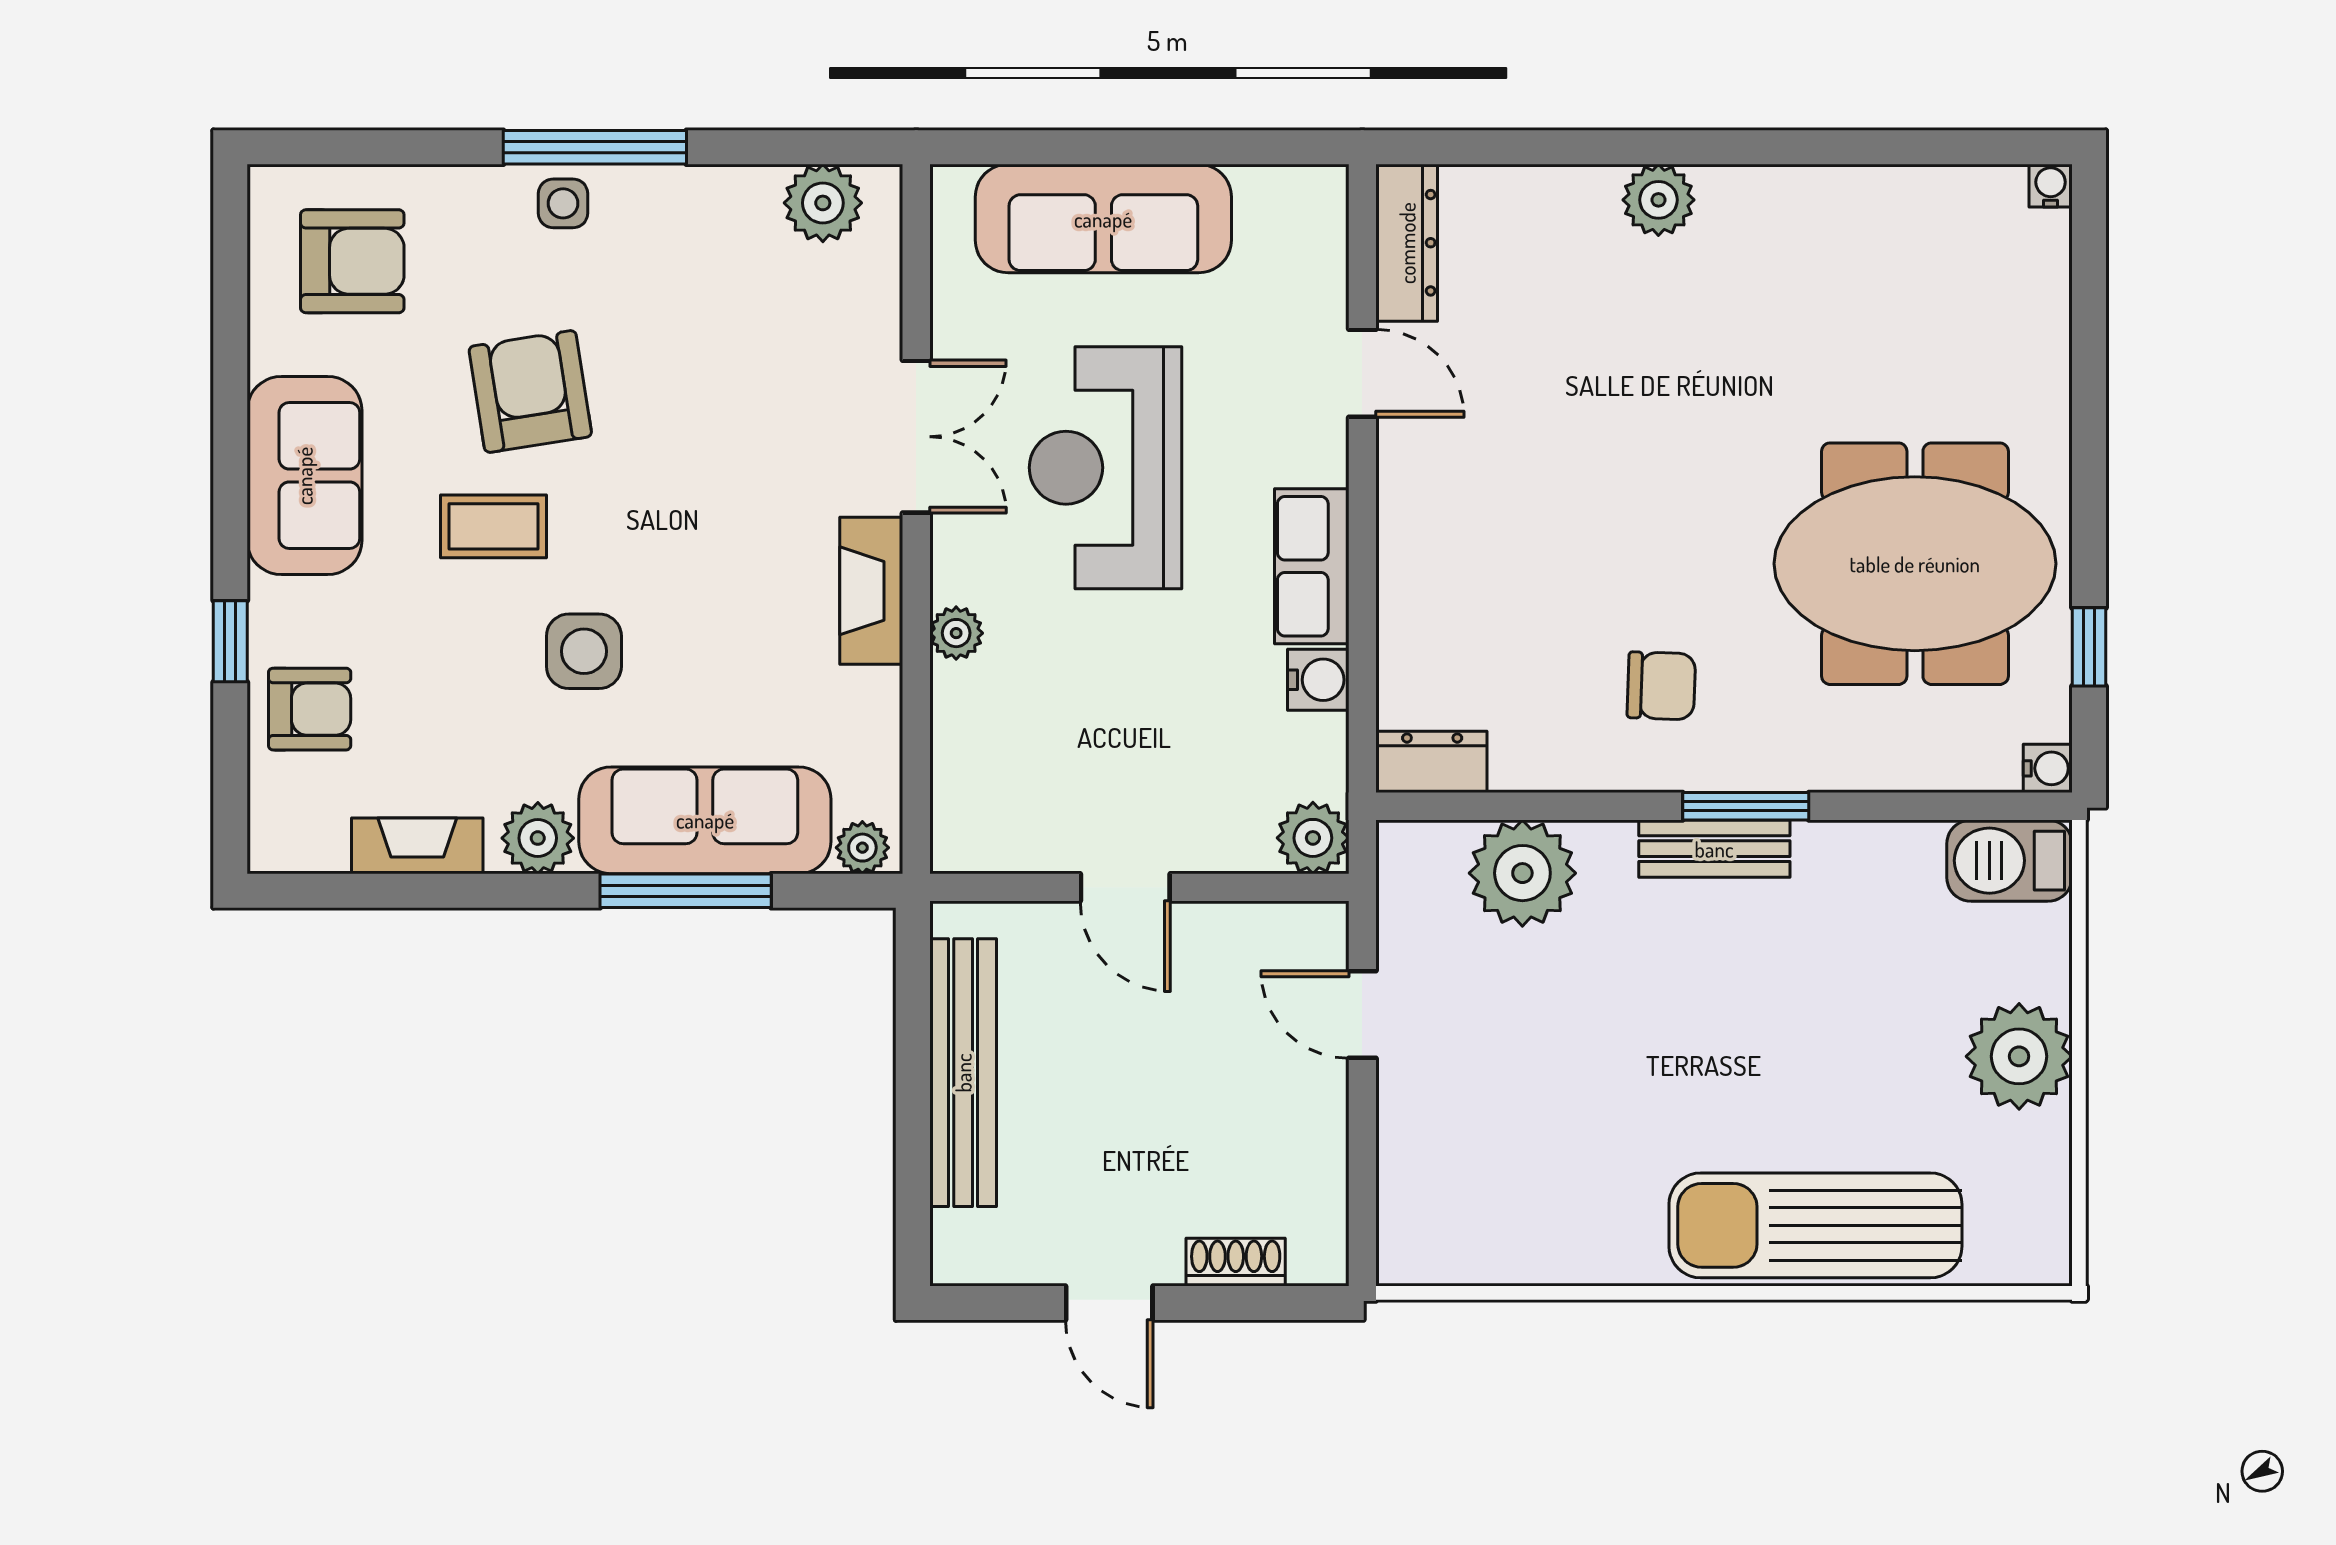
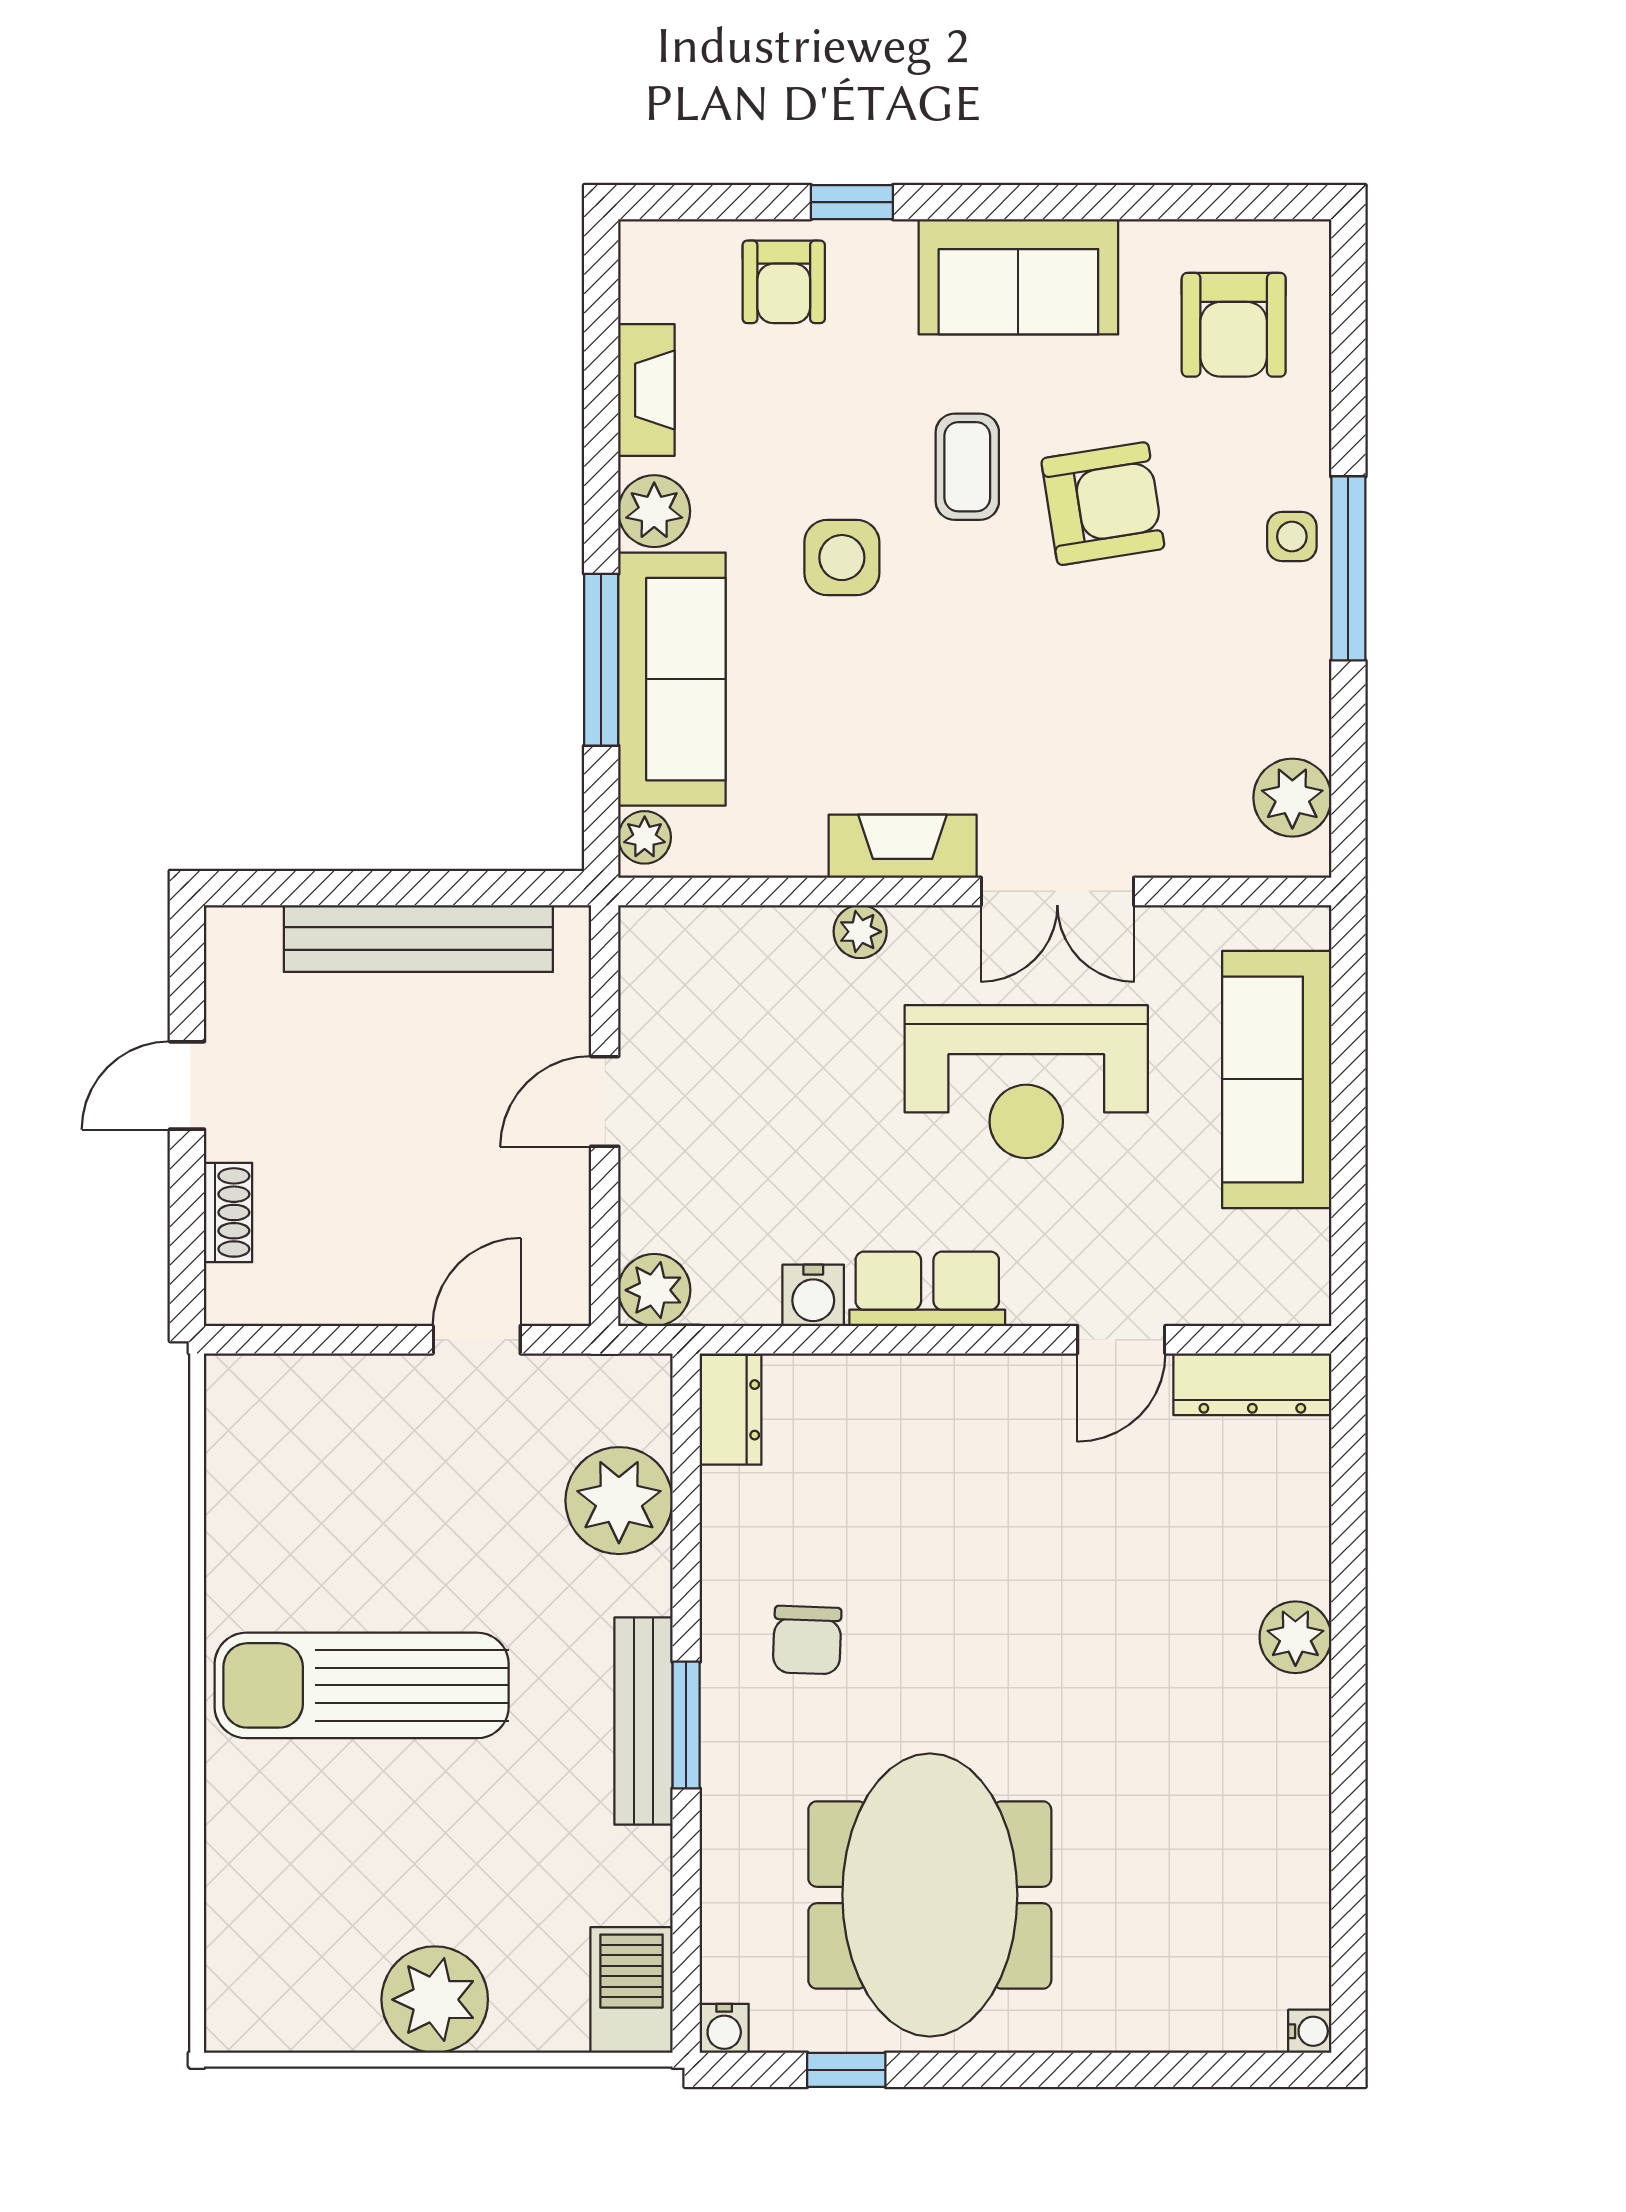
reception desk: (1106, 468) -> (1026, 1082), turned 180
bench: (1714, 849) -> (644, 1721), width x1.36
sun lounger: (1815, 1225) -> (362, 1685), moved, turned -90

